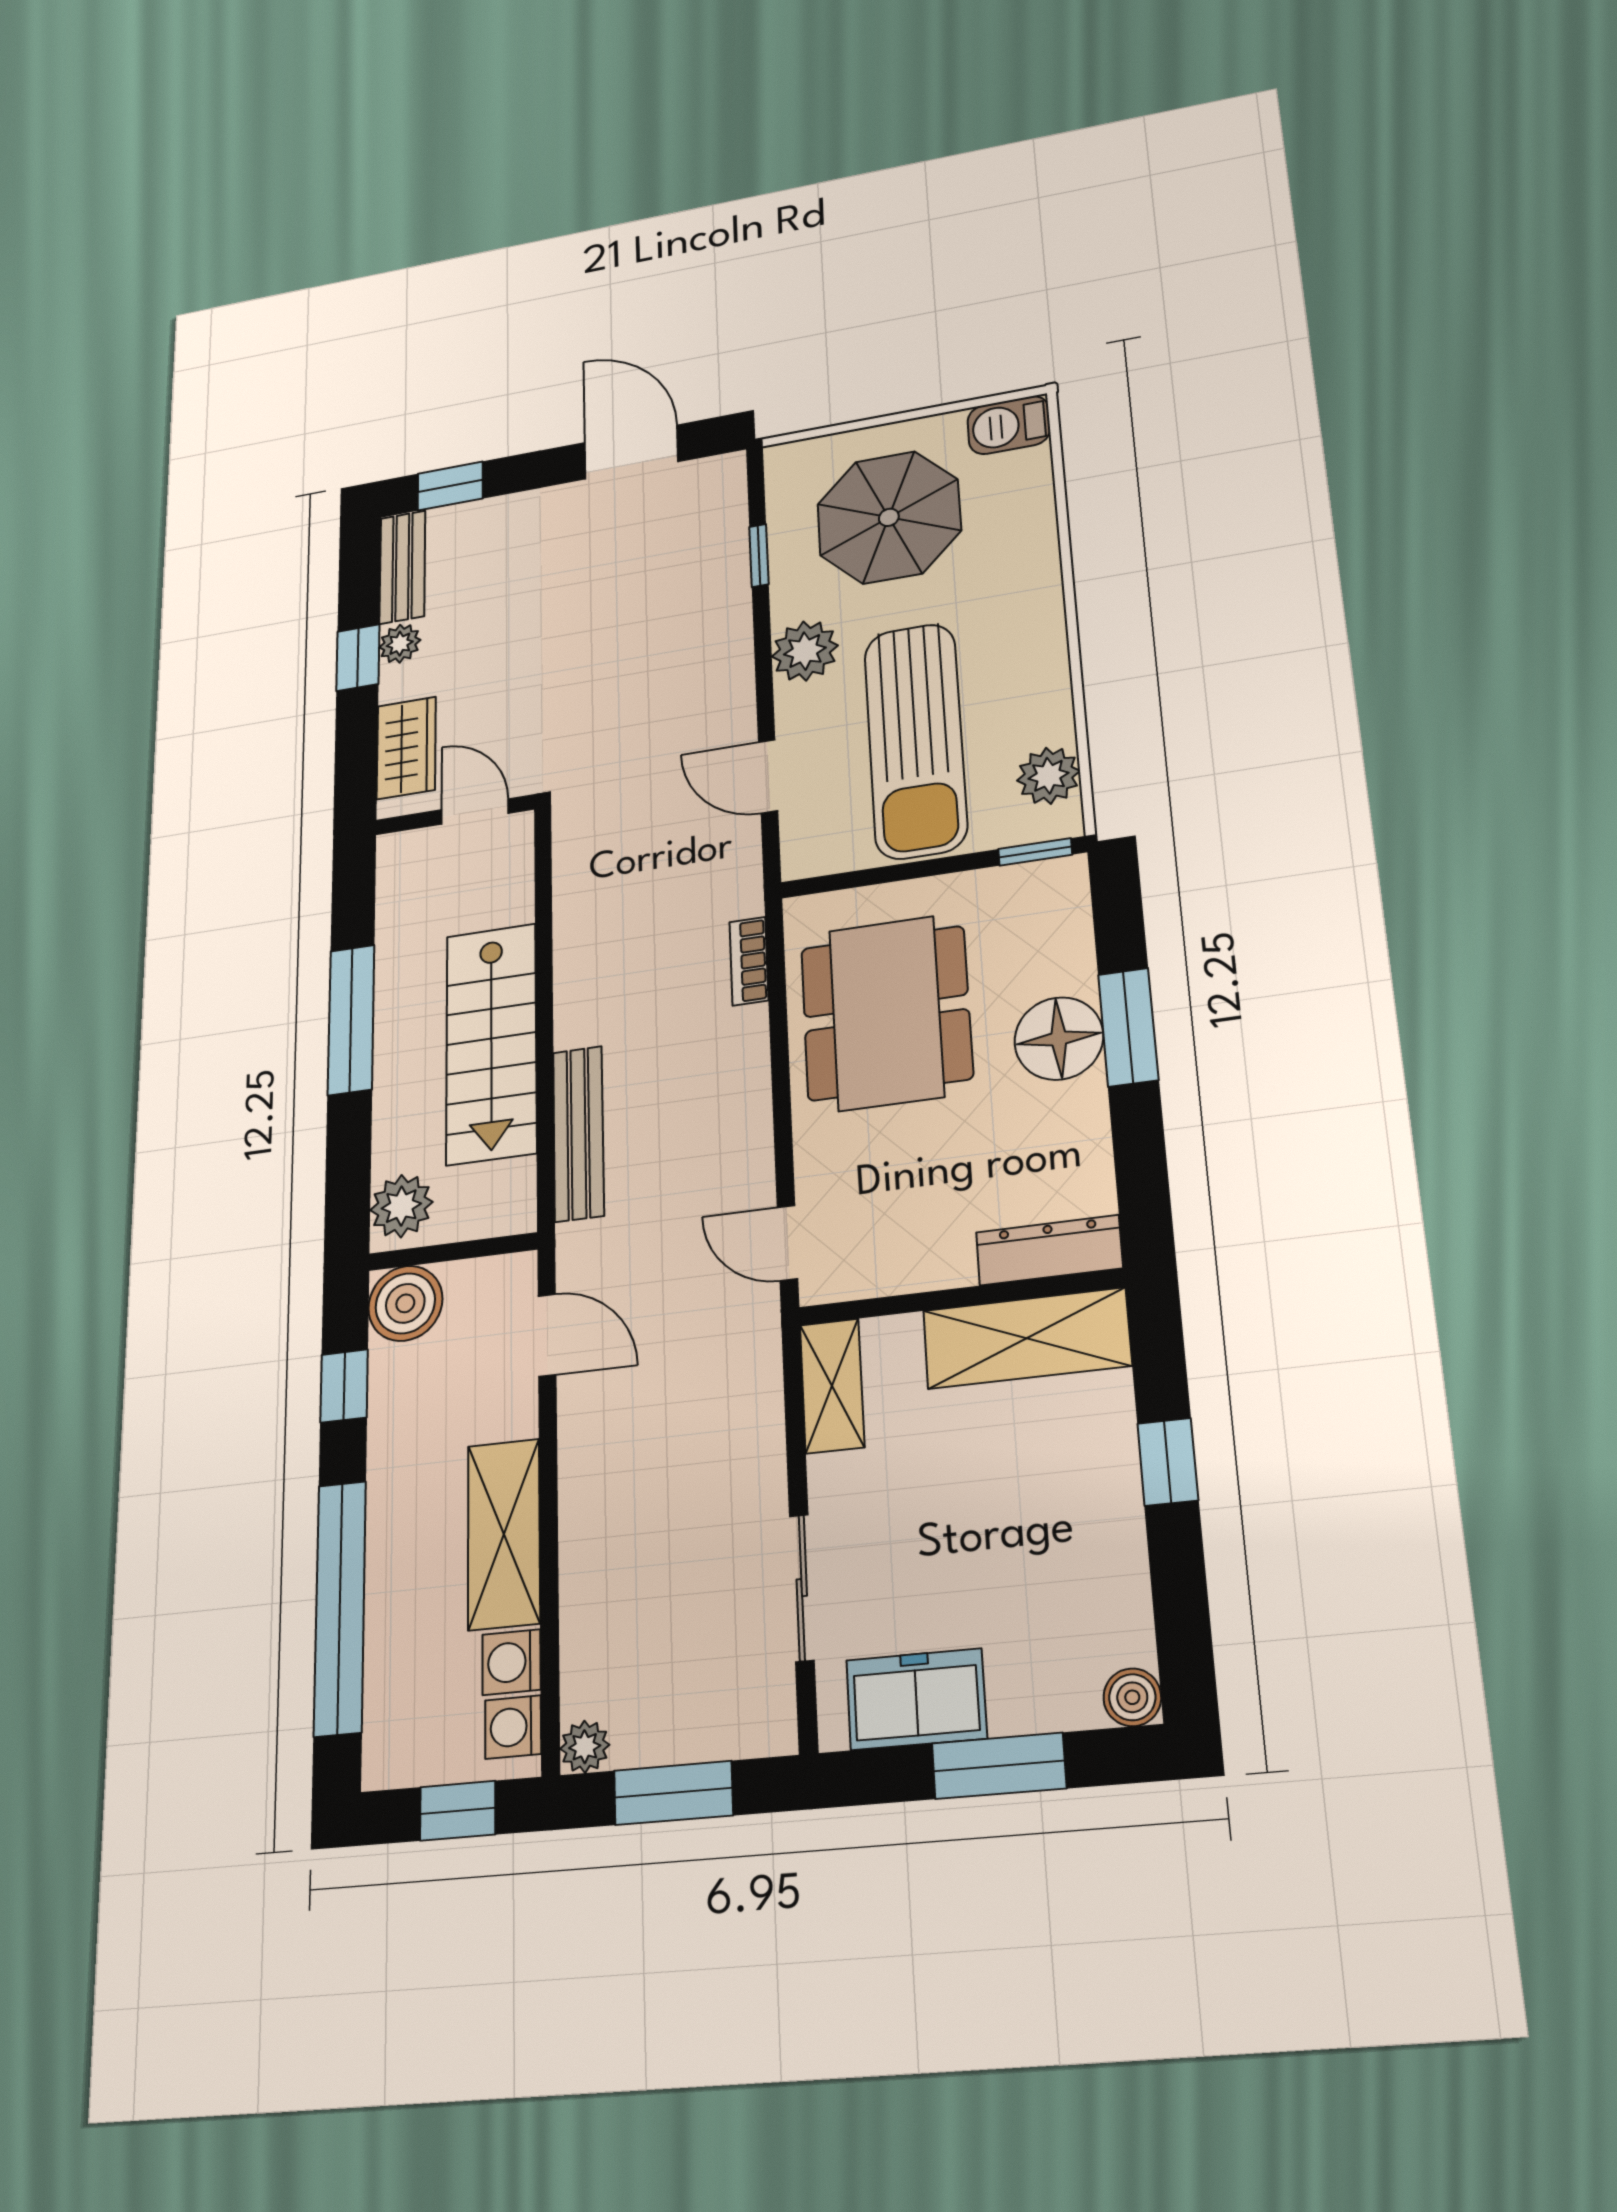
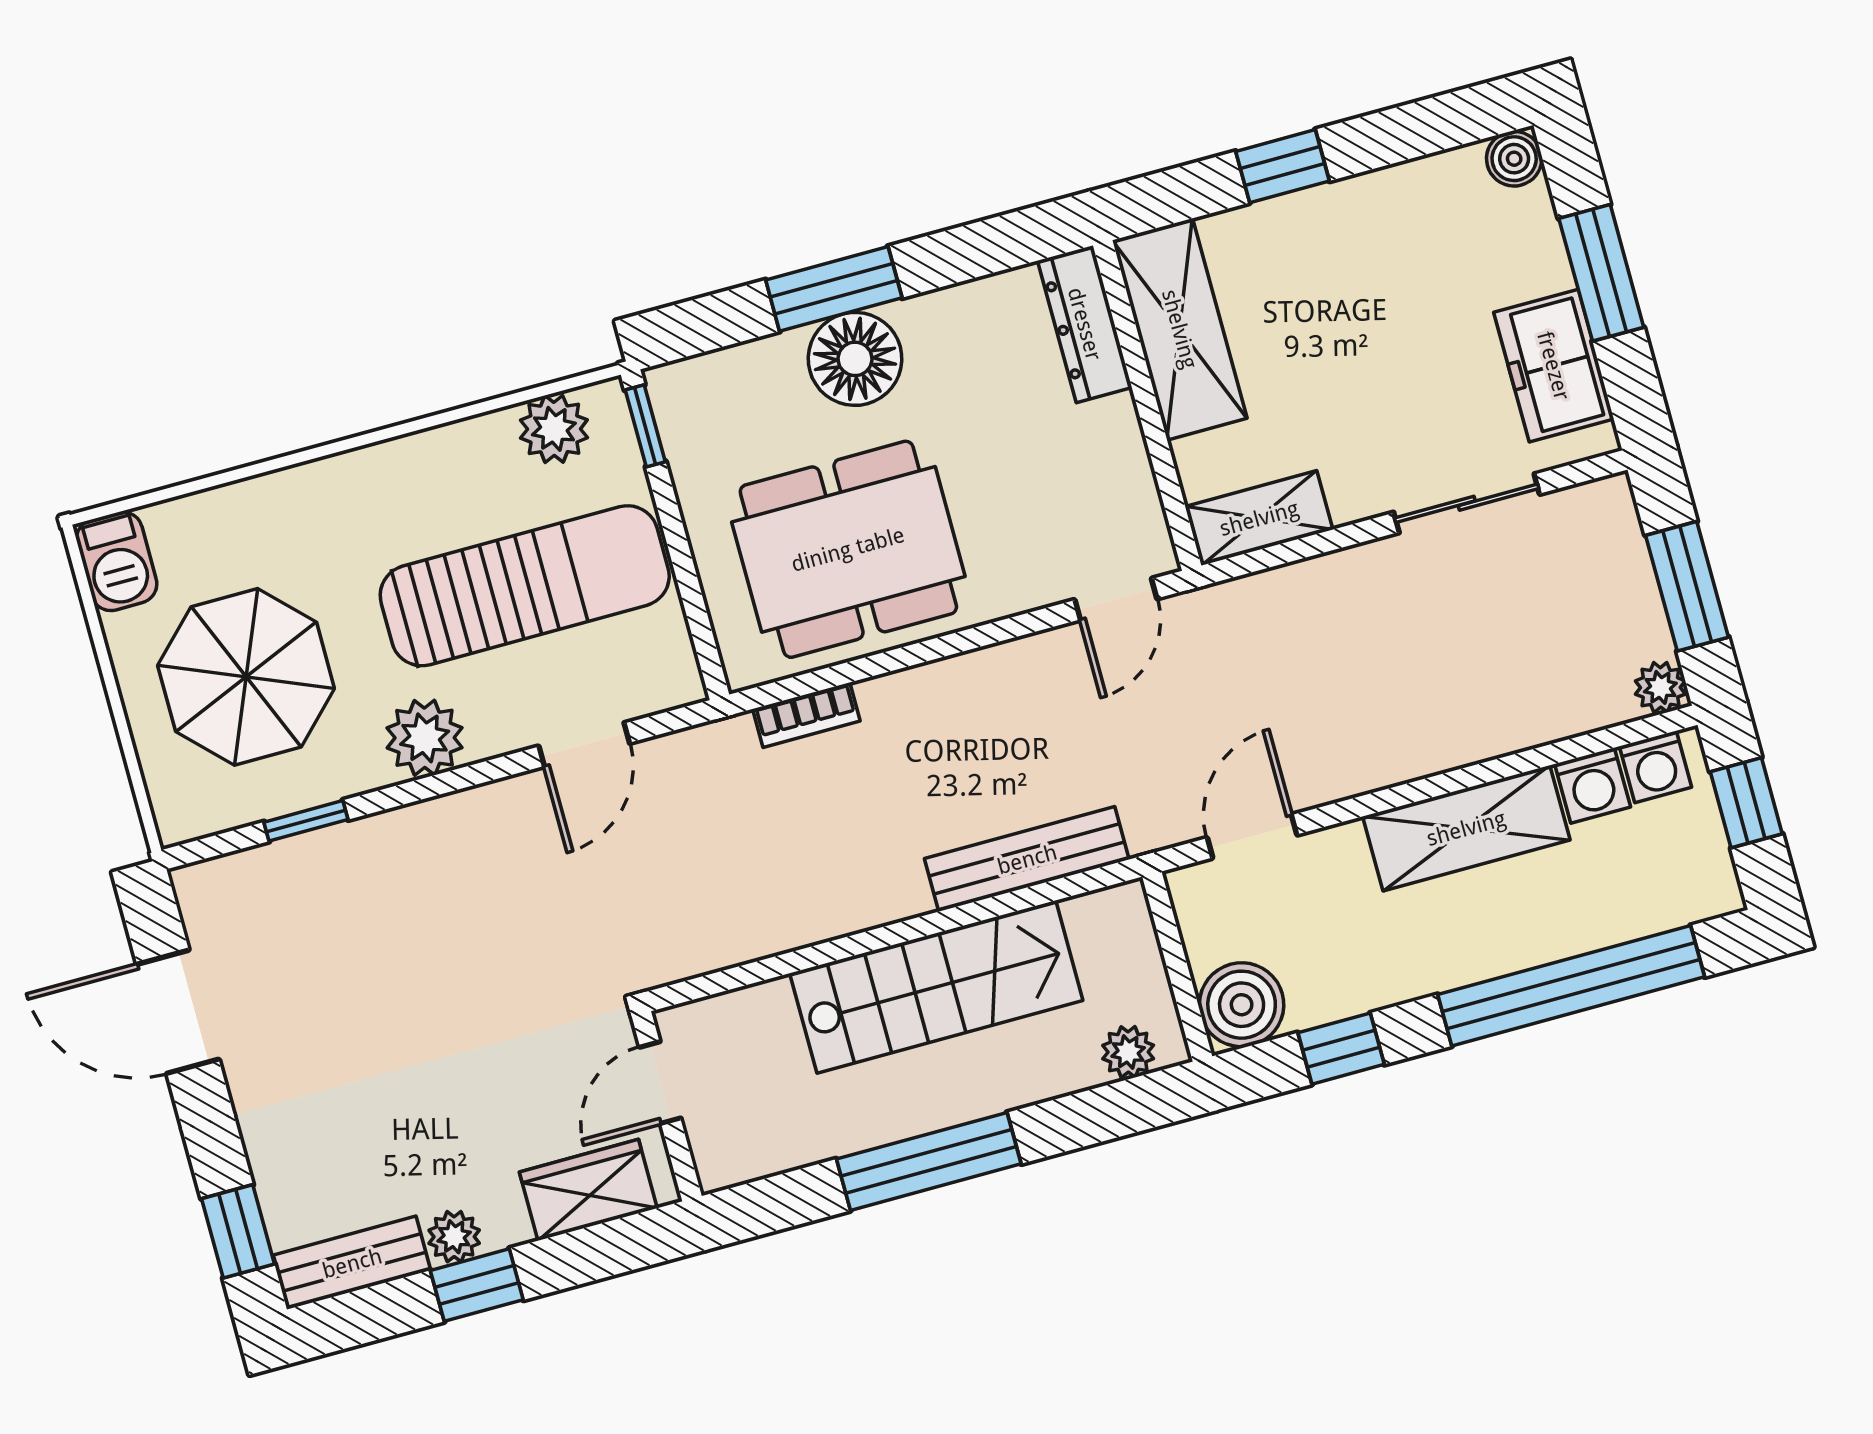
door: (631, 452) -> (178, 1012), hinge flipped
plant: (401, 1206) -> (1128, 1052), width x0.73, depth x0.73

